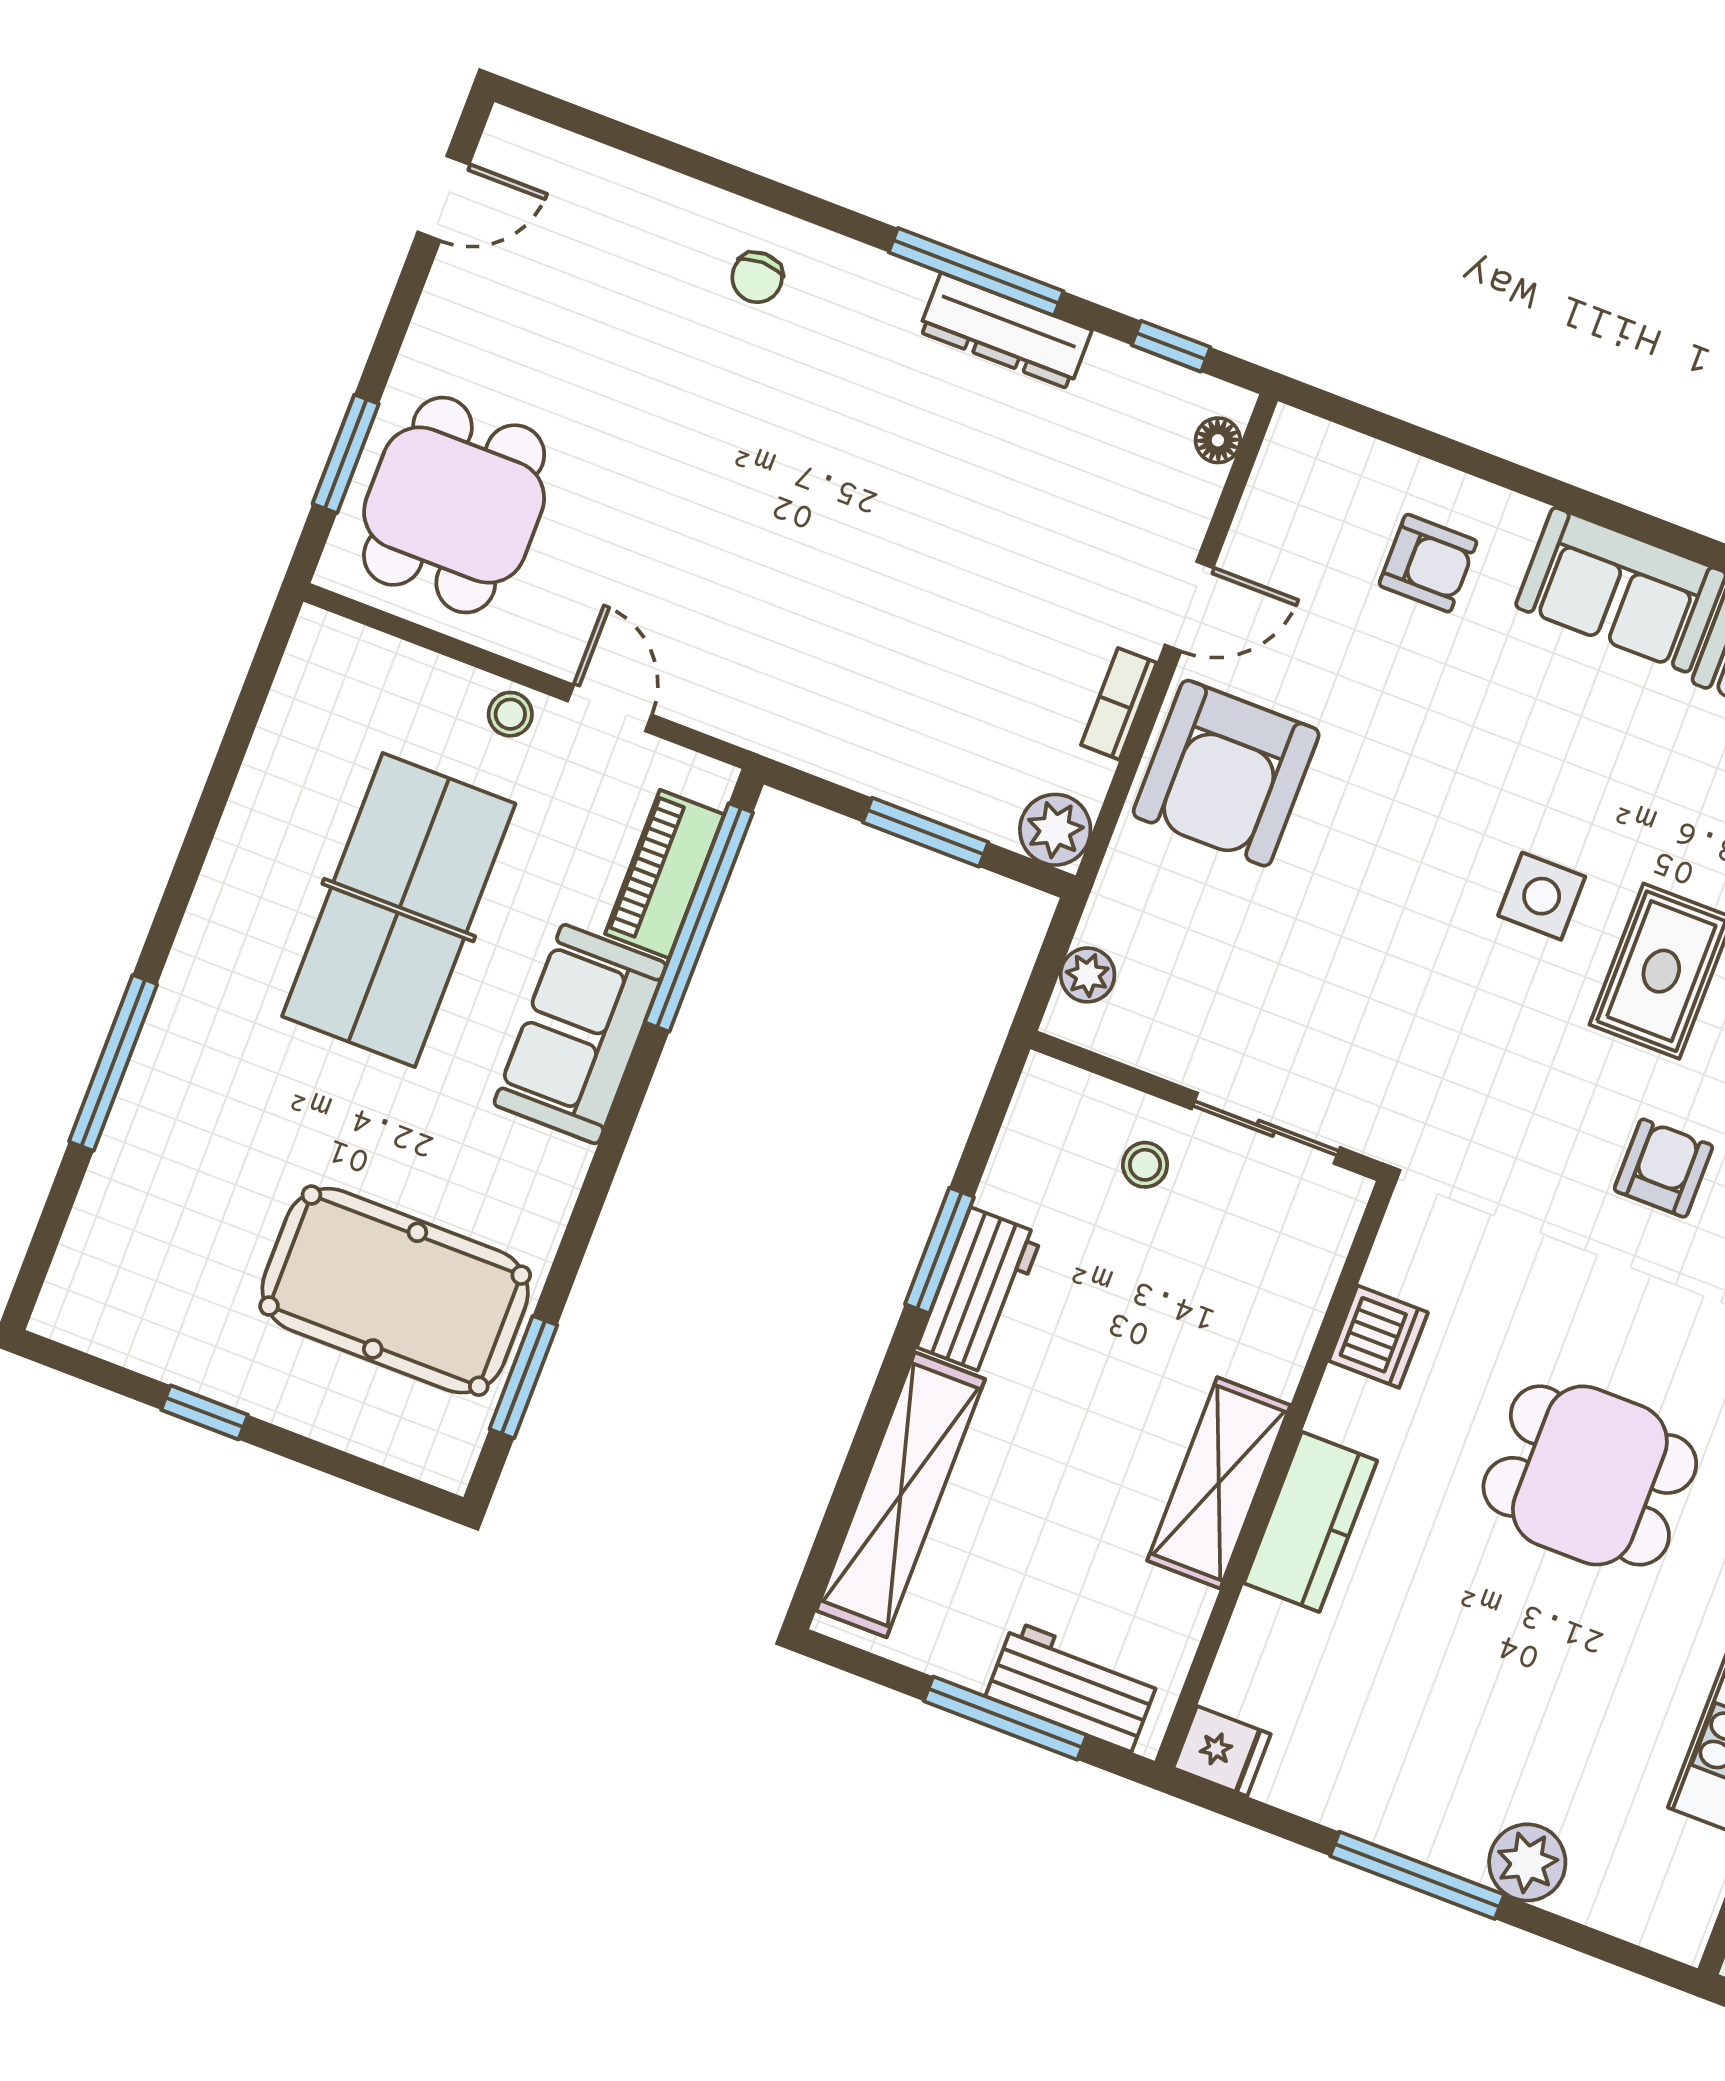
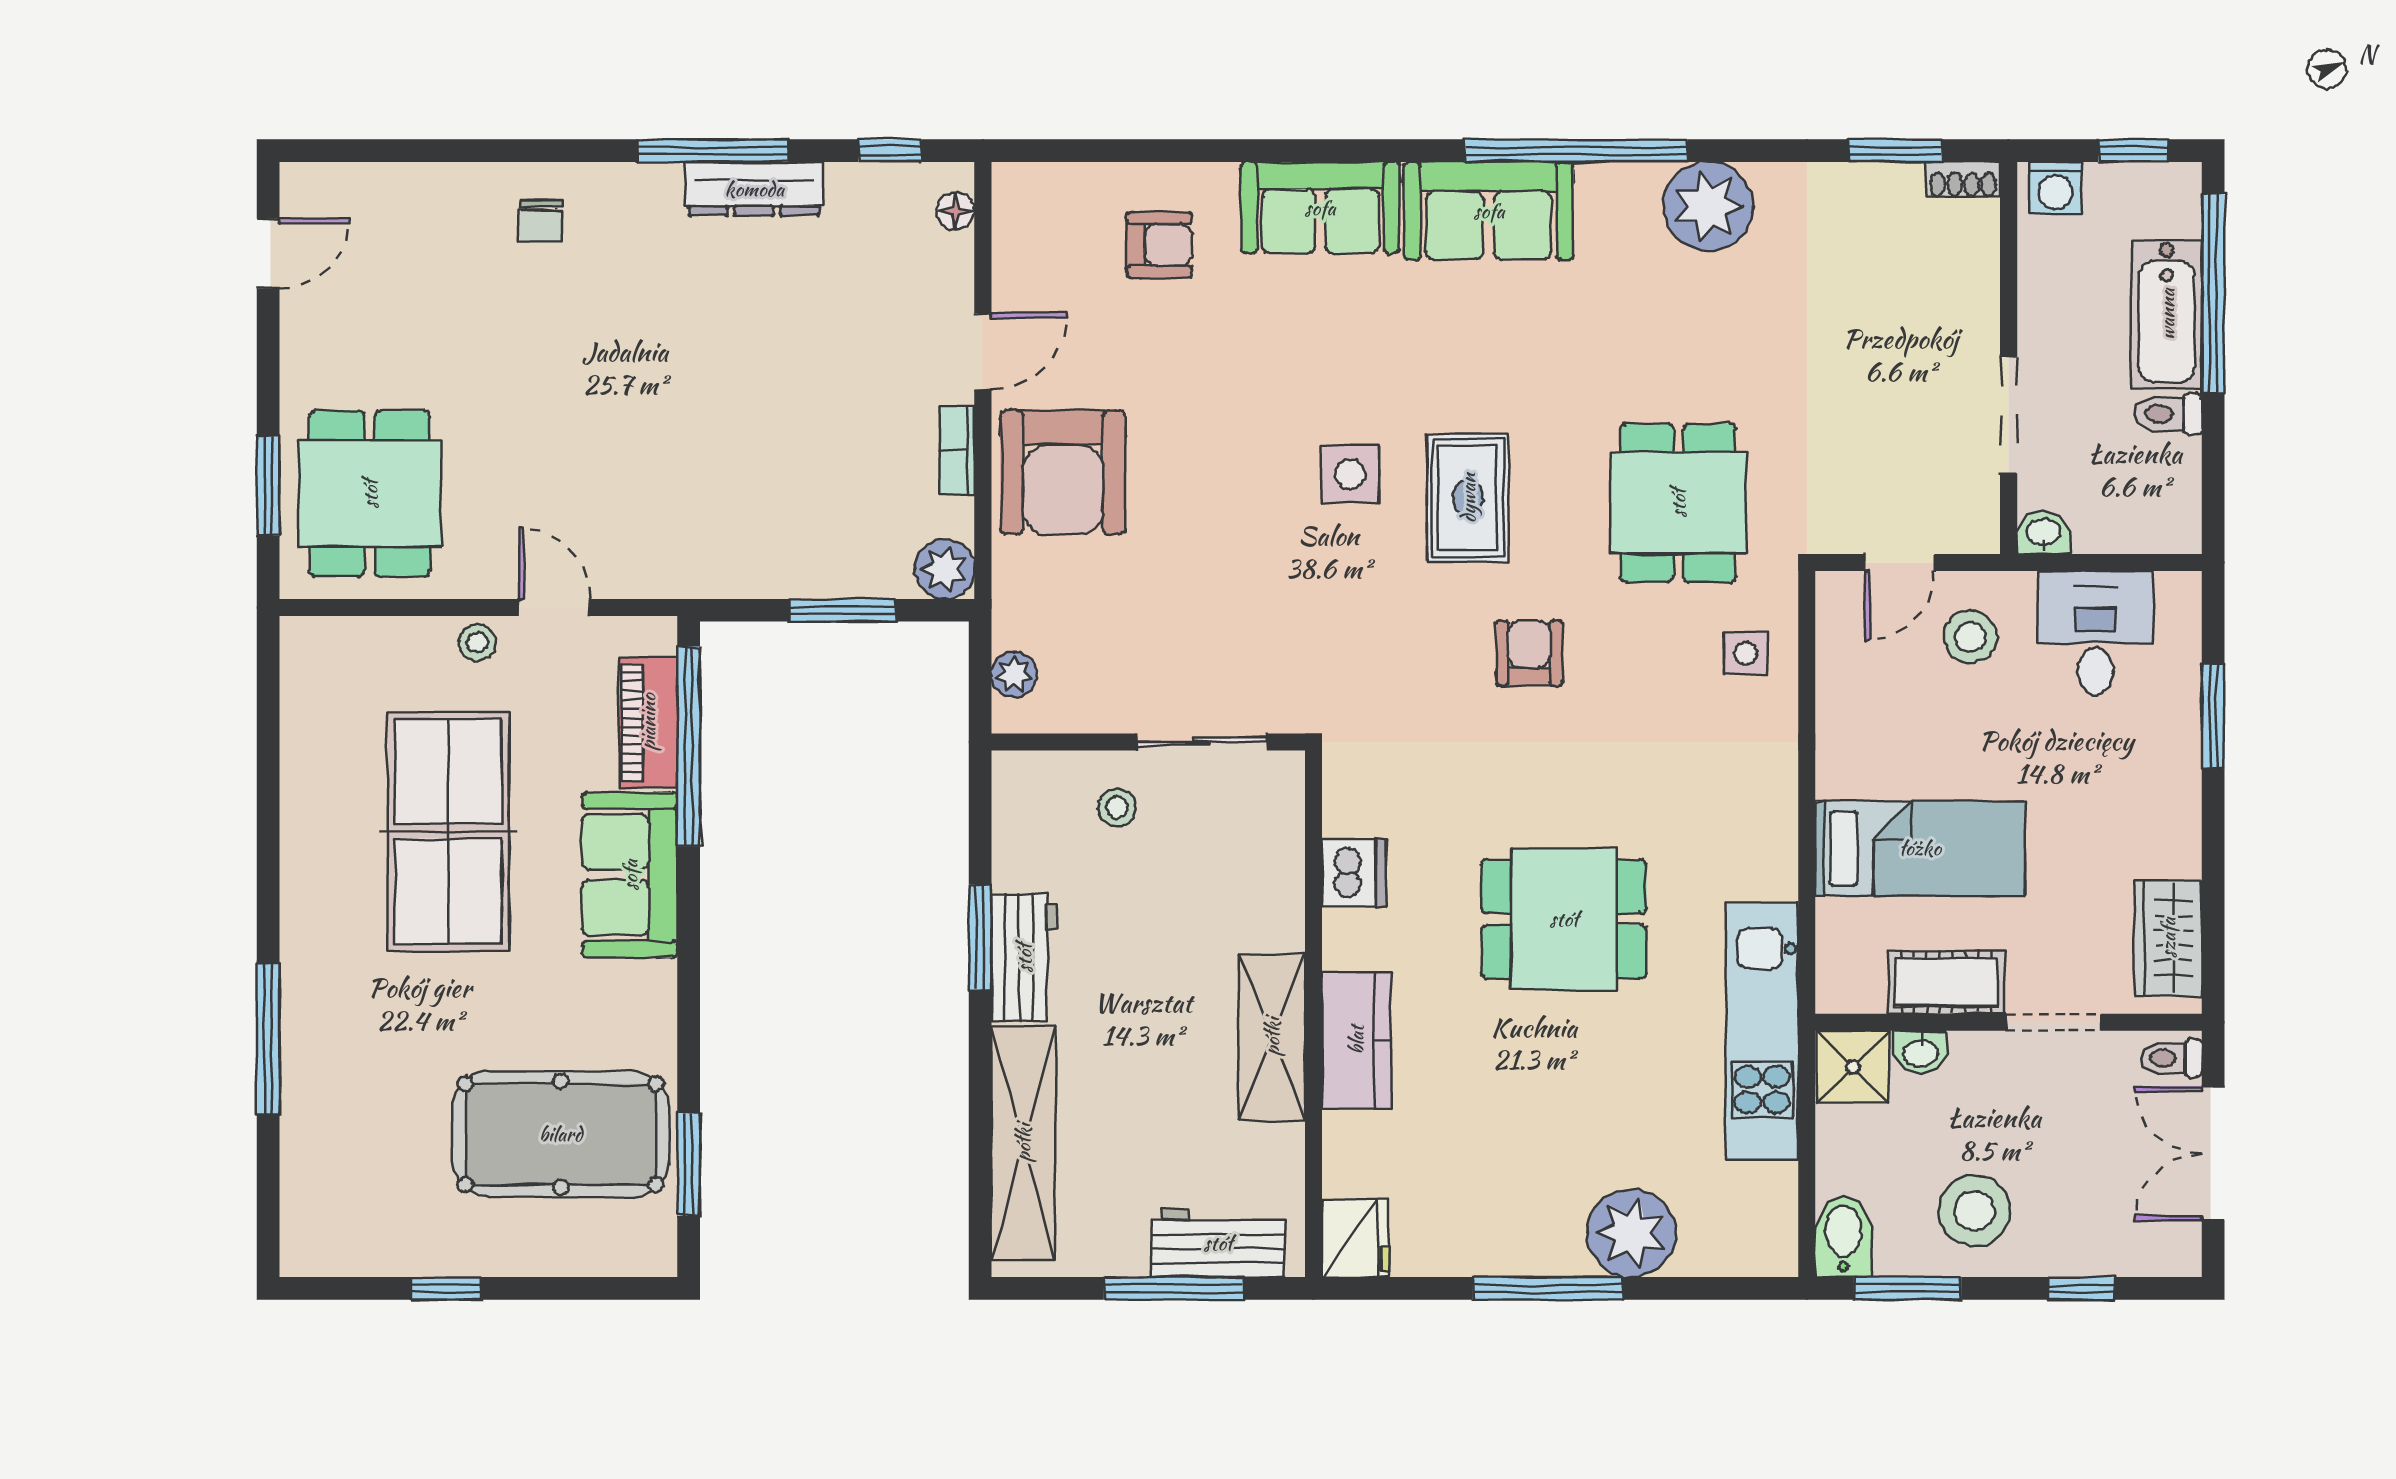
fridge: (1222, 1751) -> (1356, 1238), width x1.38
plant: (1527, 1862) -> (1631, 1233), width x1.36, depth x1.36

